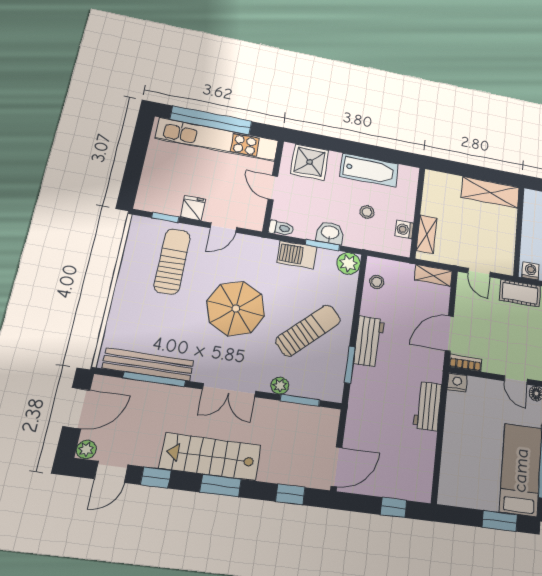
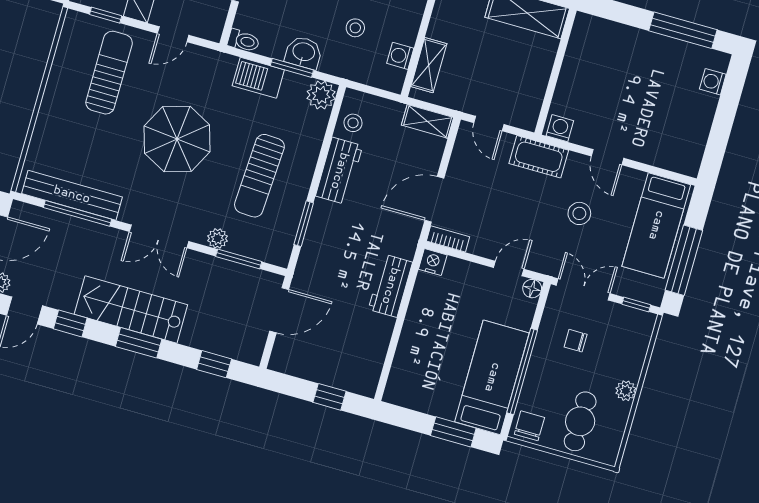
sun lounger: (308, 330) -> (259, 176), turned 137
workbench: (369, 341) -> (339, 171), moved
door: (516, 380) -> (509, 268), swing flipped
door: (336, 467) -> (279, 310), moved

